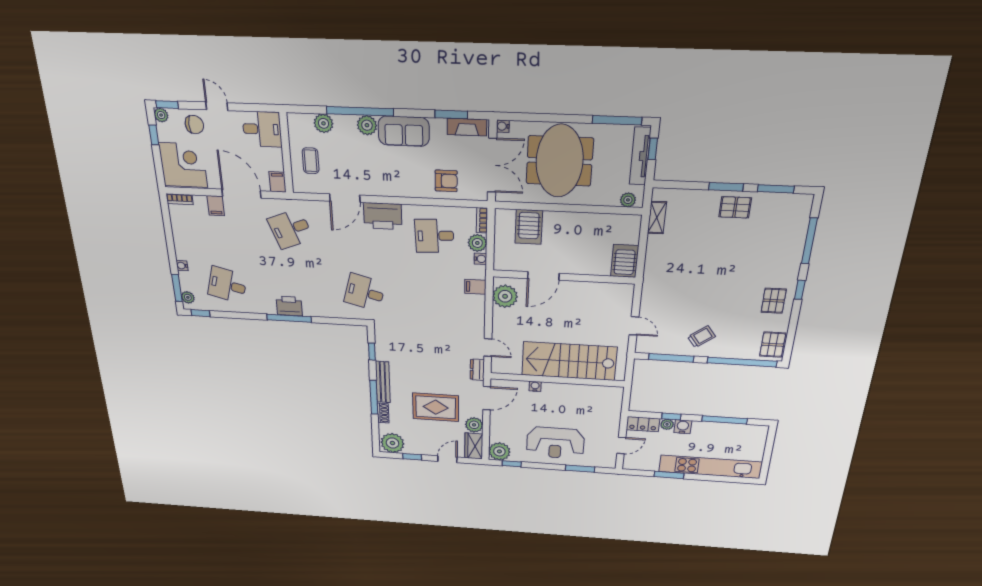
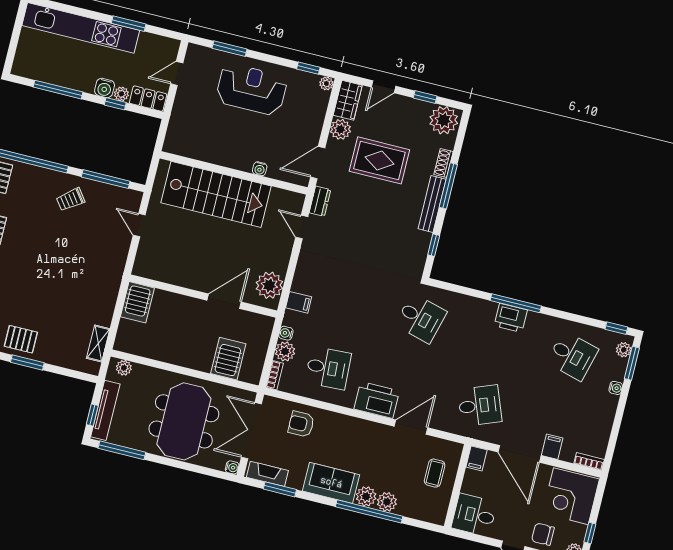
plant: (323, 123) -> (387, 502), moved
plant: (499, 451) -> (326, 83), width x0.53, depth x0.53

